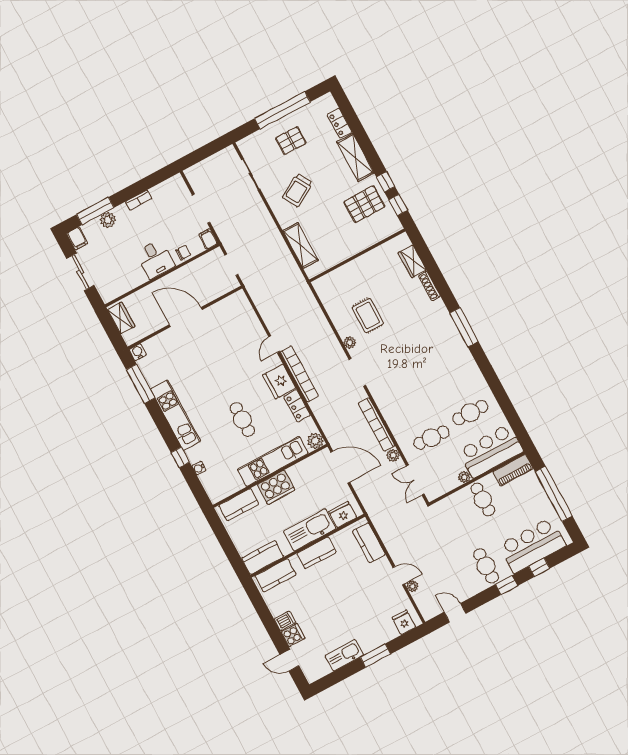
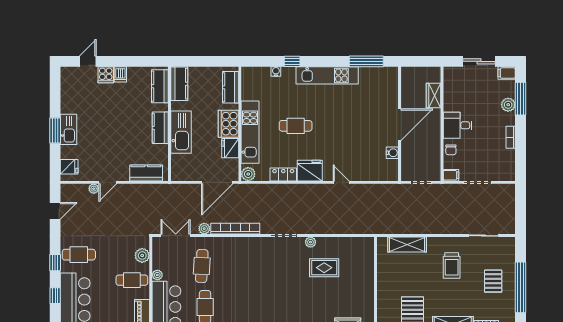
trolley: (297, 190) -> (452, 265), turned -150
wardrobe: (121, 318) -> (433, 95), moved, turned 90
water cooler: (138, 352) -> (392, 153), moved
bookcase: (299, 374) -> (307, 189), removed
plant: (453, 502) -> (142, 255), added
fridge: (343, 515) -> (230, 148), moved, turned 180
kitchen sink: (344, 655) -> (68, 129), moved

